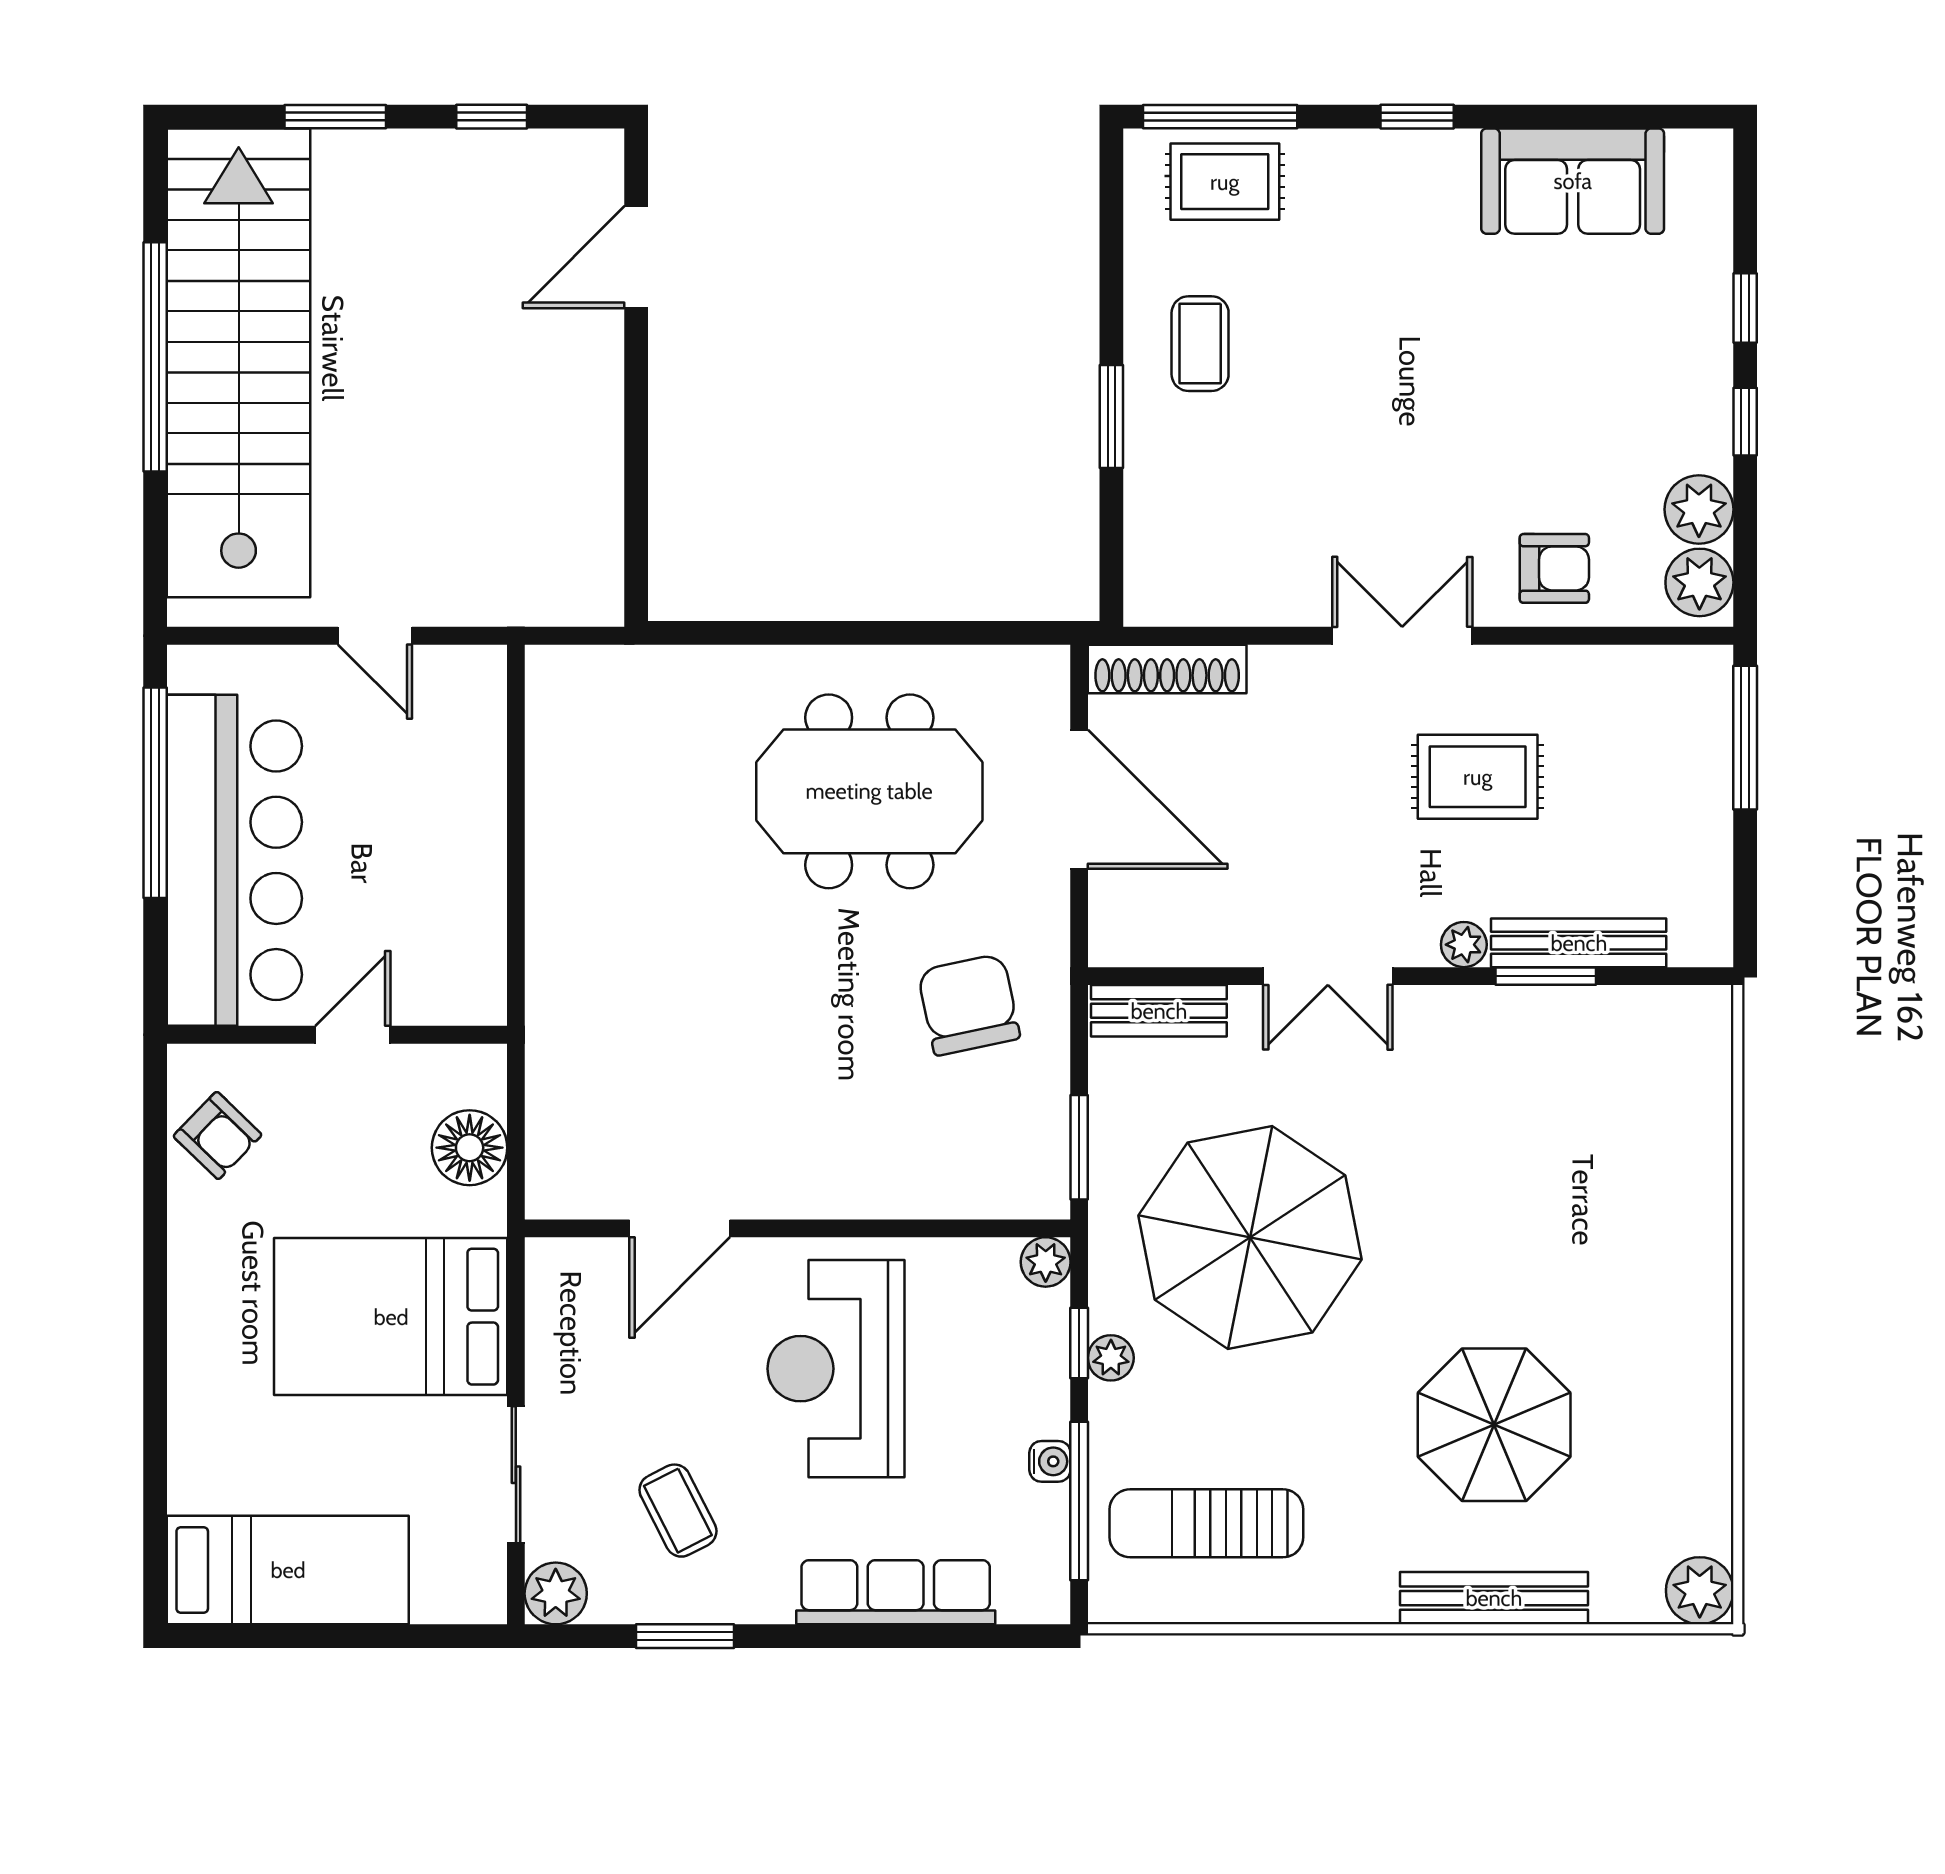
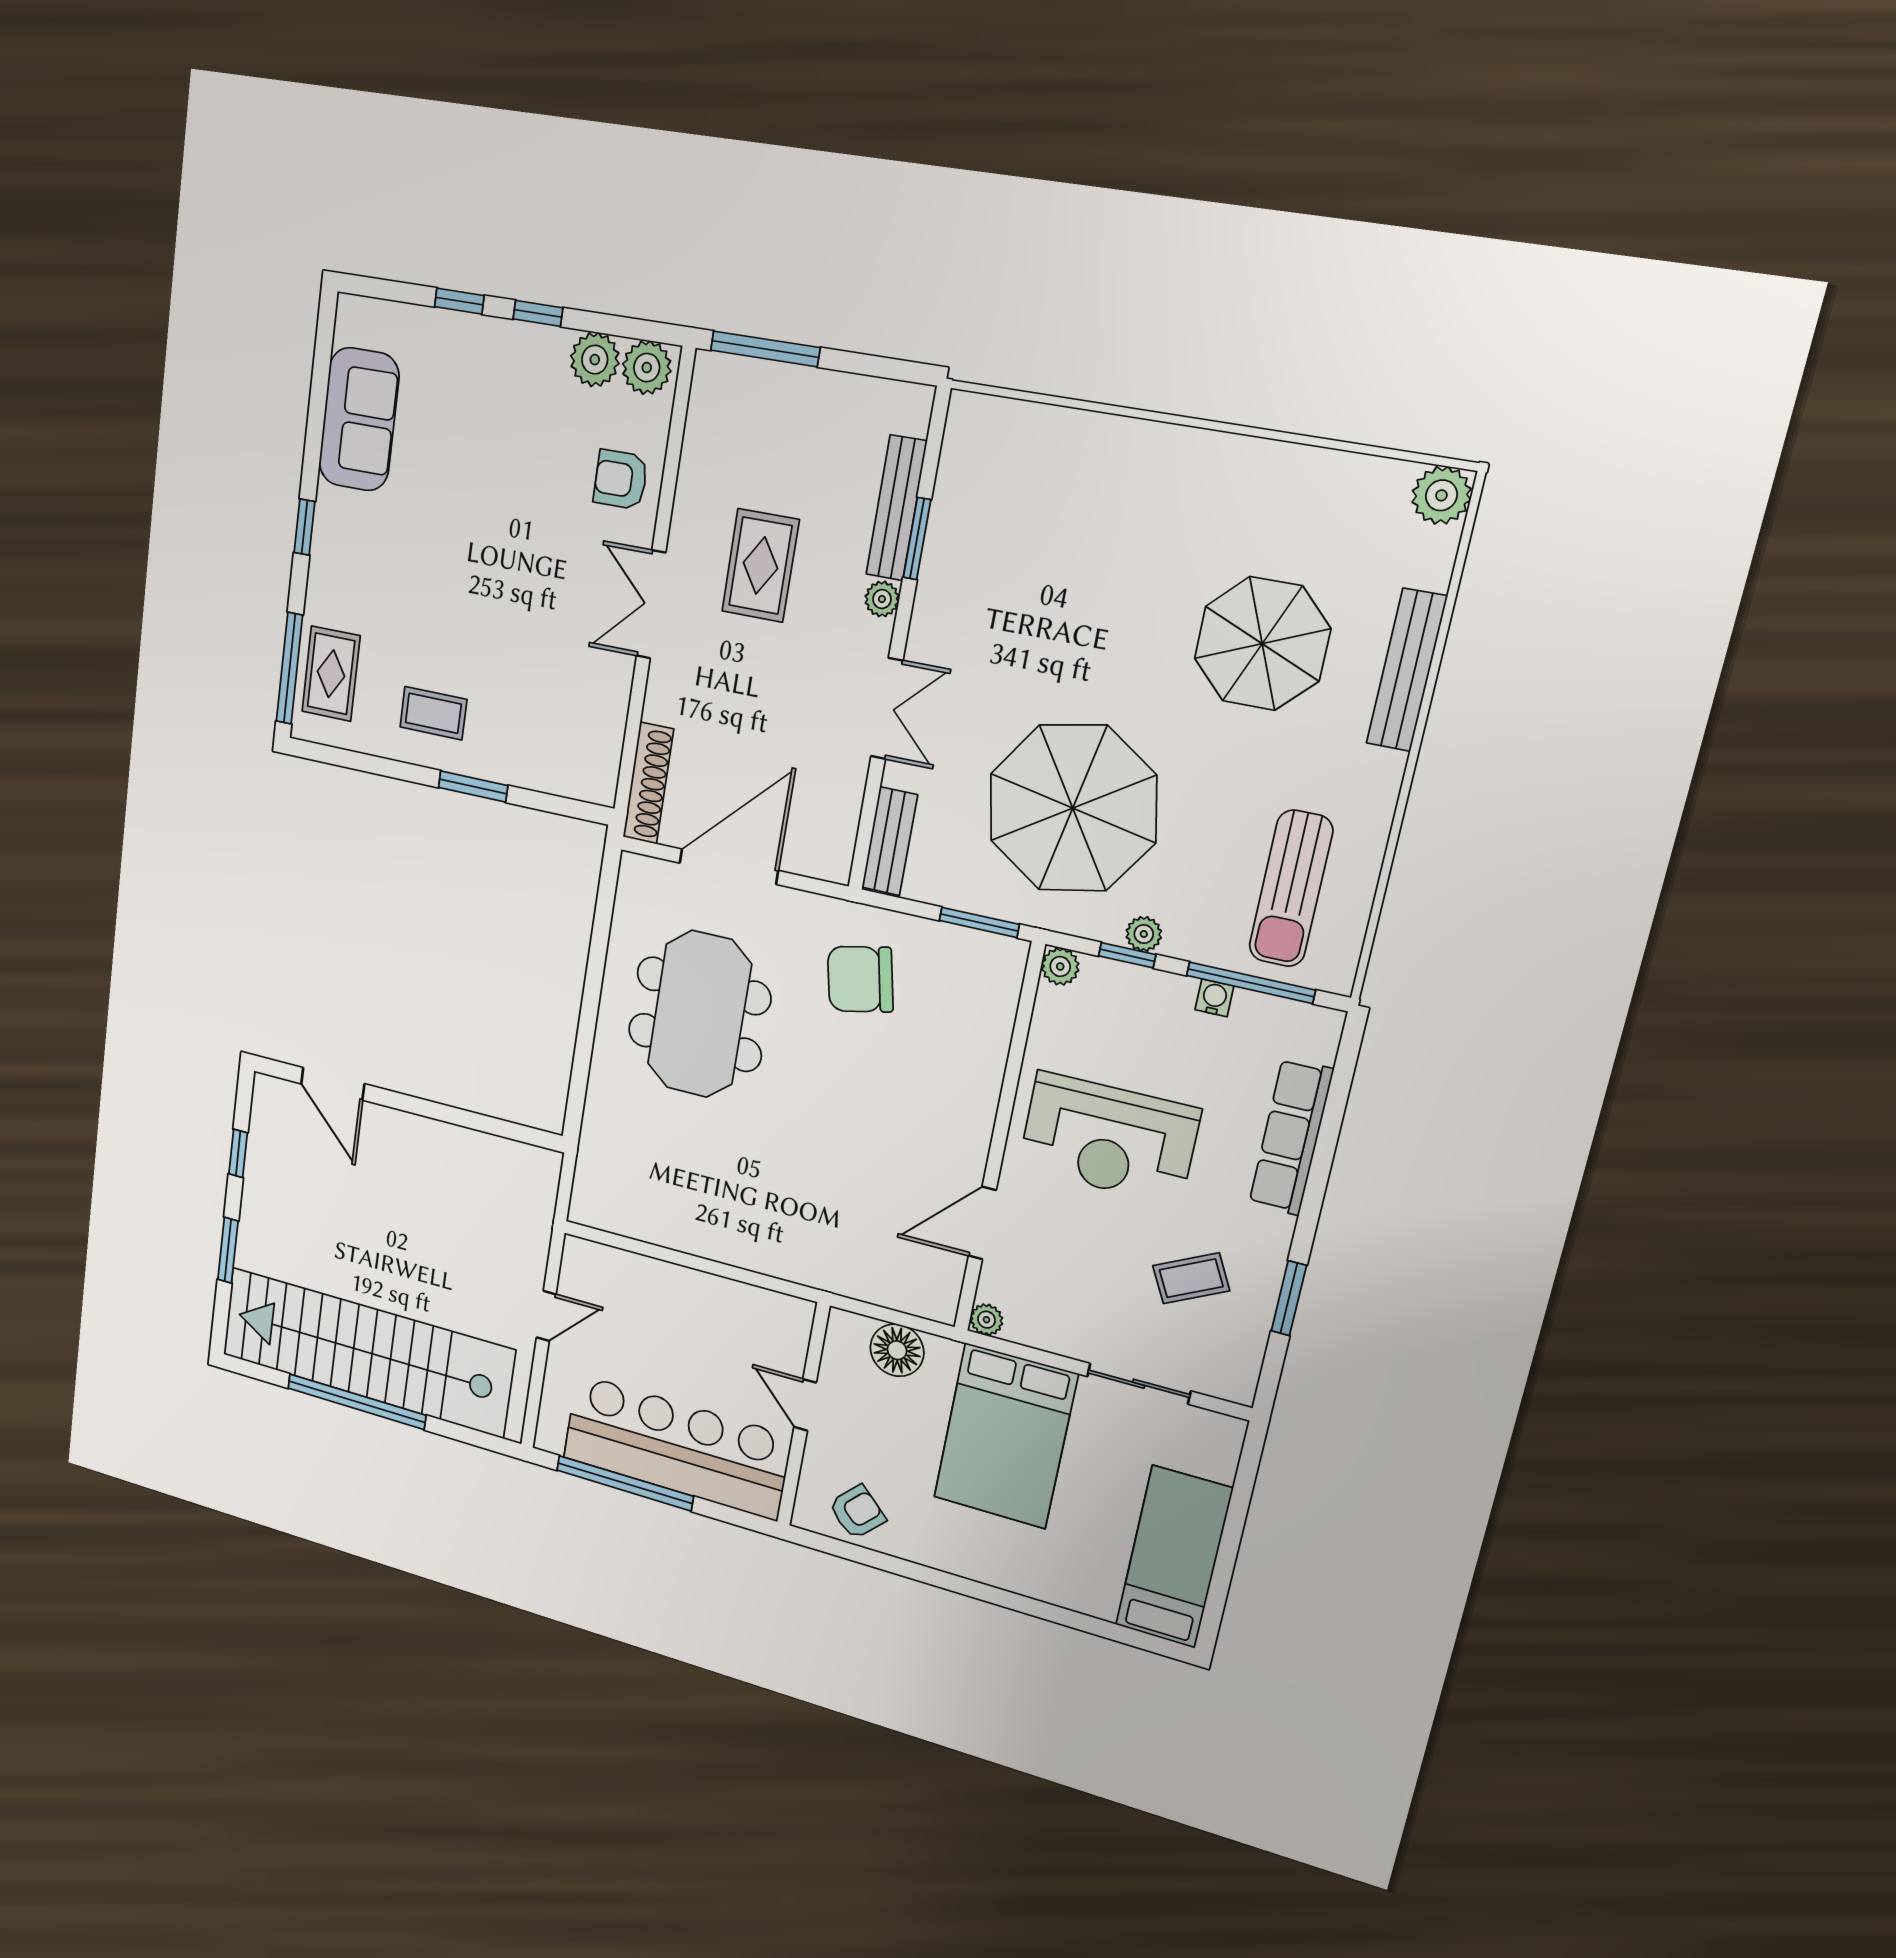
armchair: (1554, 568) -> (621, 480), turned -90
door: (680, 1228) -> (982, 1223), swing flipped
plant: (556, 1593) -> (987, 1320), moved, width x0.73, depth x0.73

